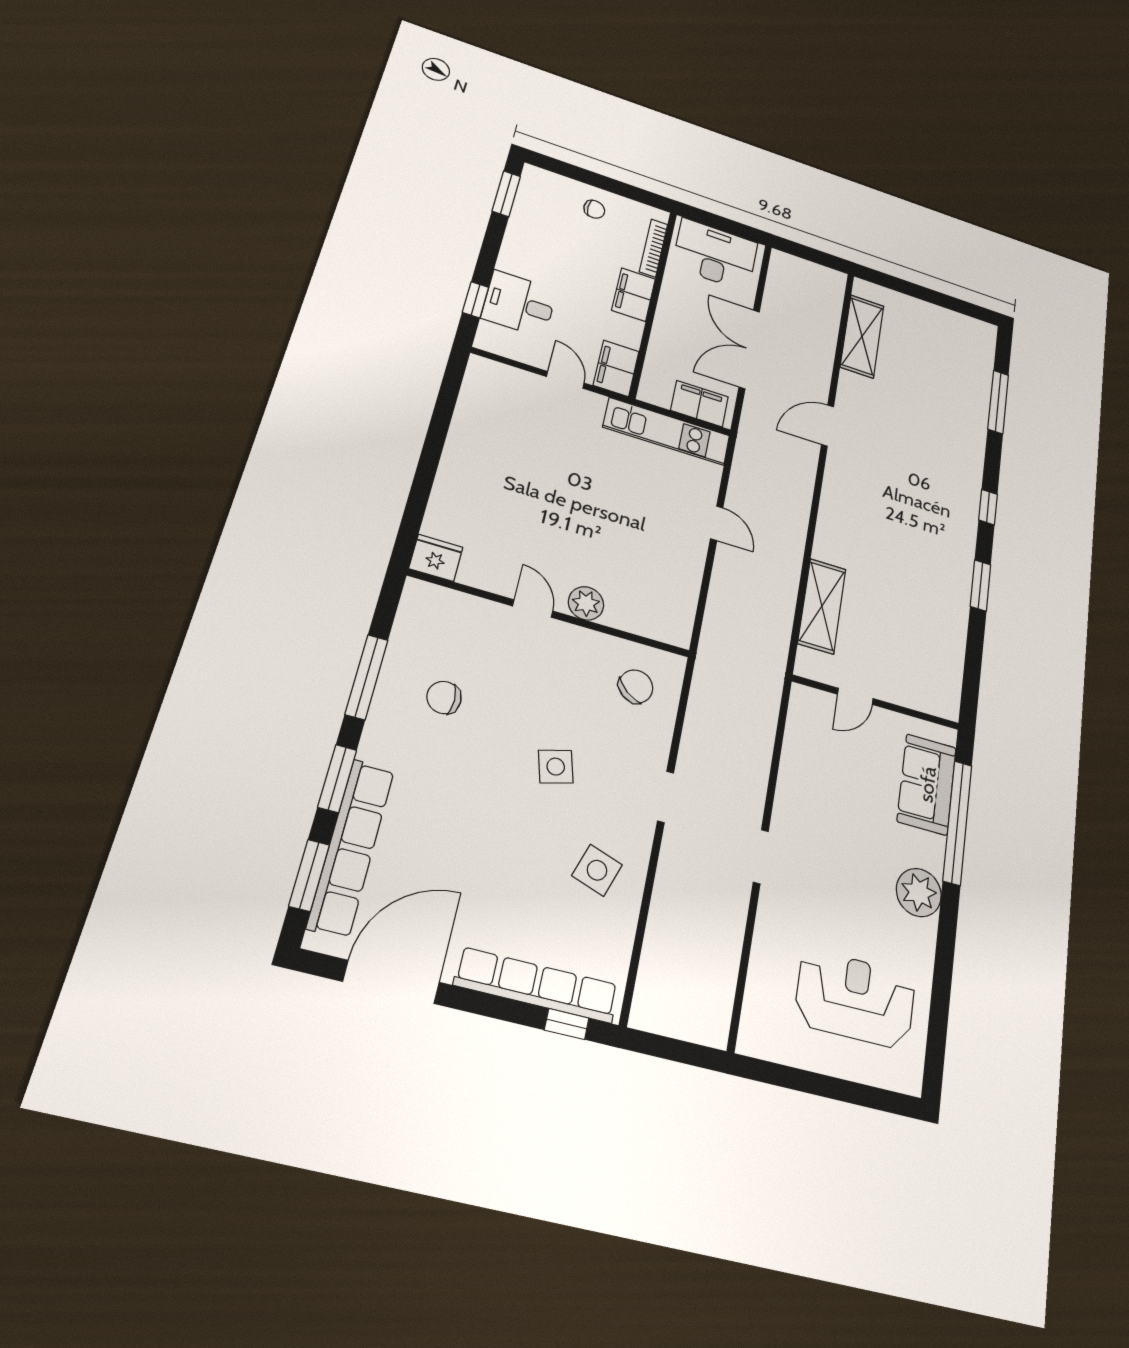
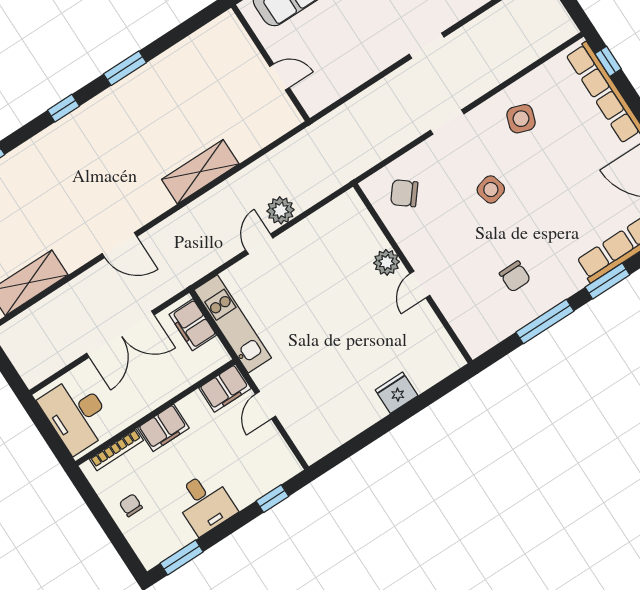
desk: (519, 304) -> (205, 503), moved
fridge: (436, 558) -> (397, 393), moved, turned 90
plant: (730, 570) -> (280, 210), added
shelving: (822, 606) -> (200, 172), moved

